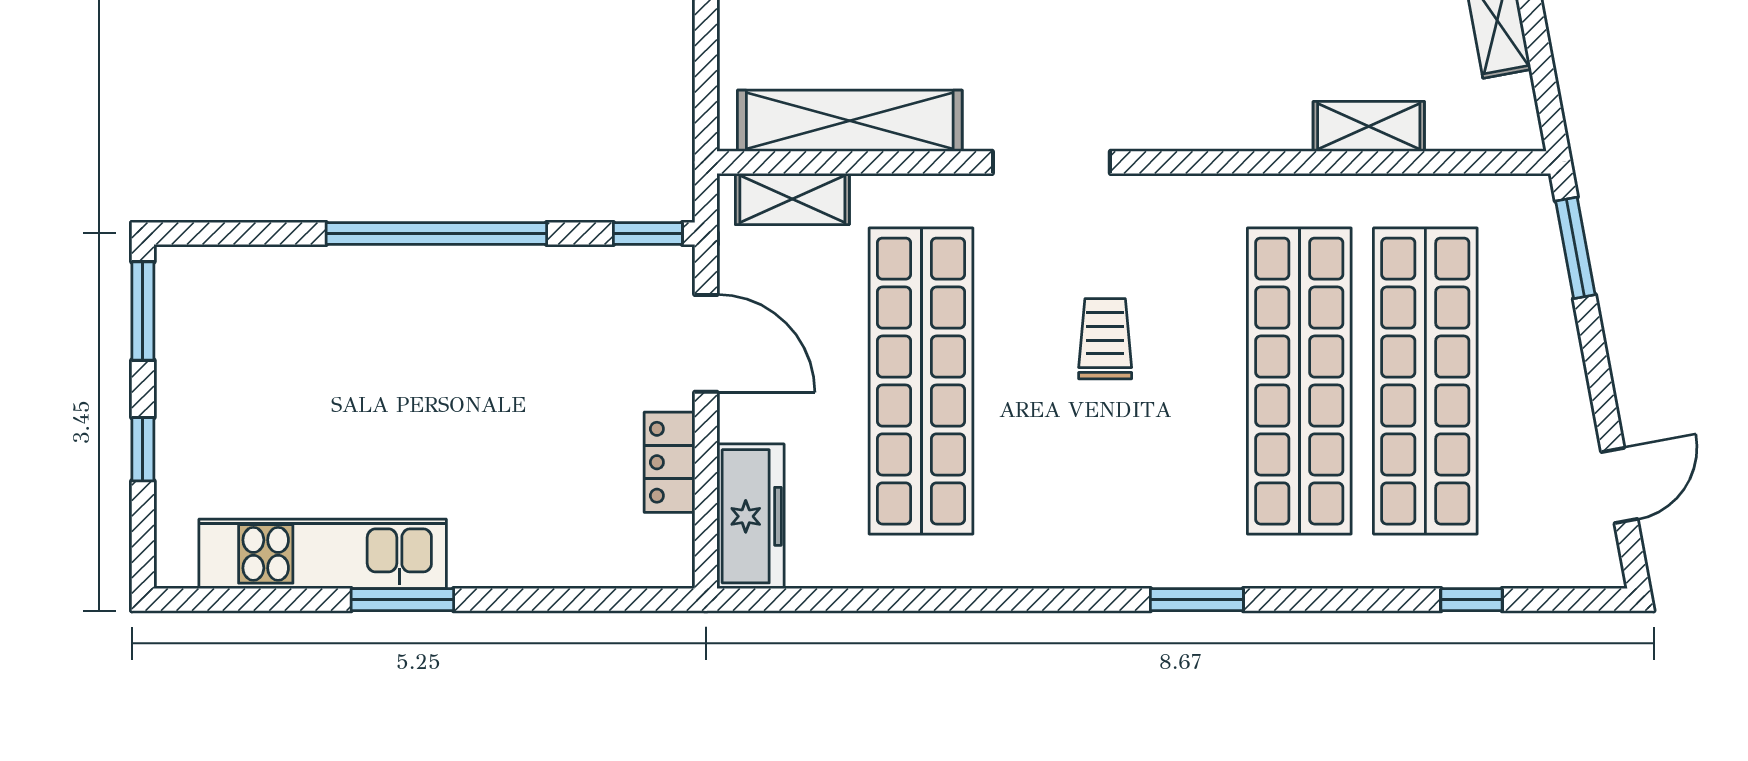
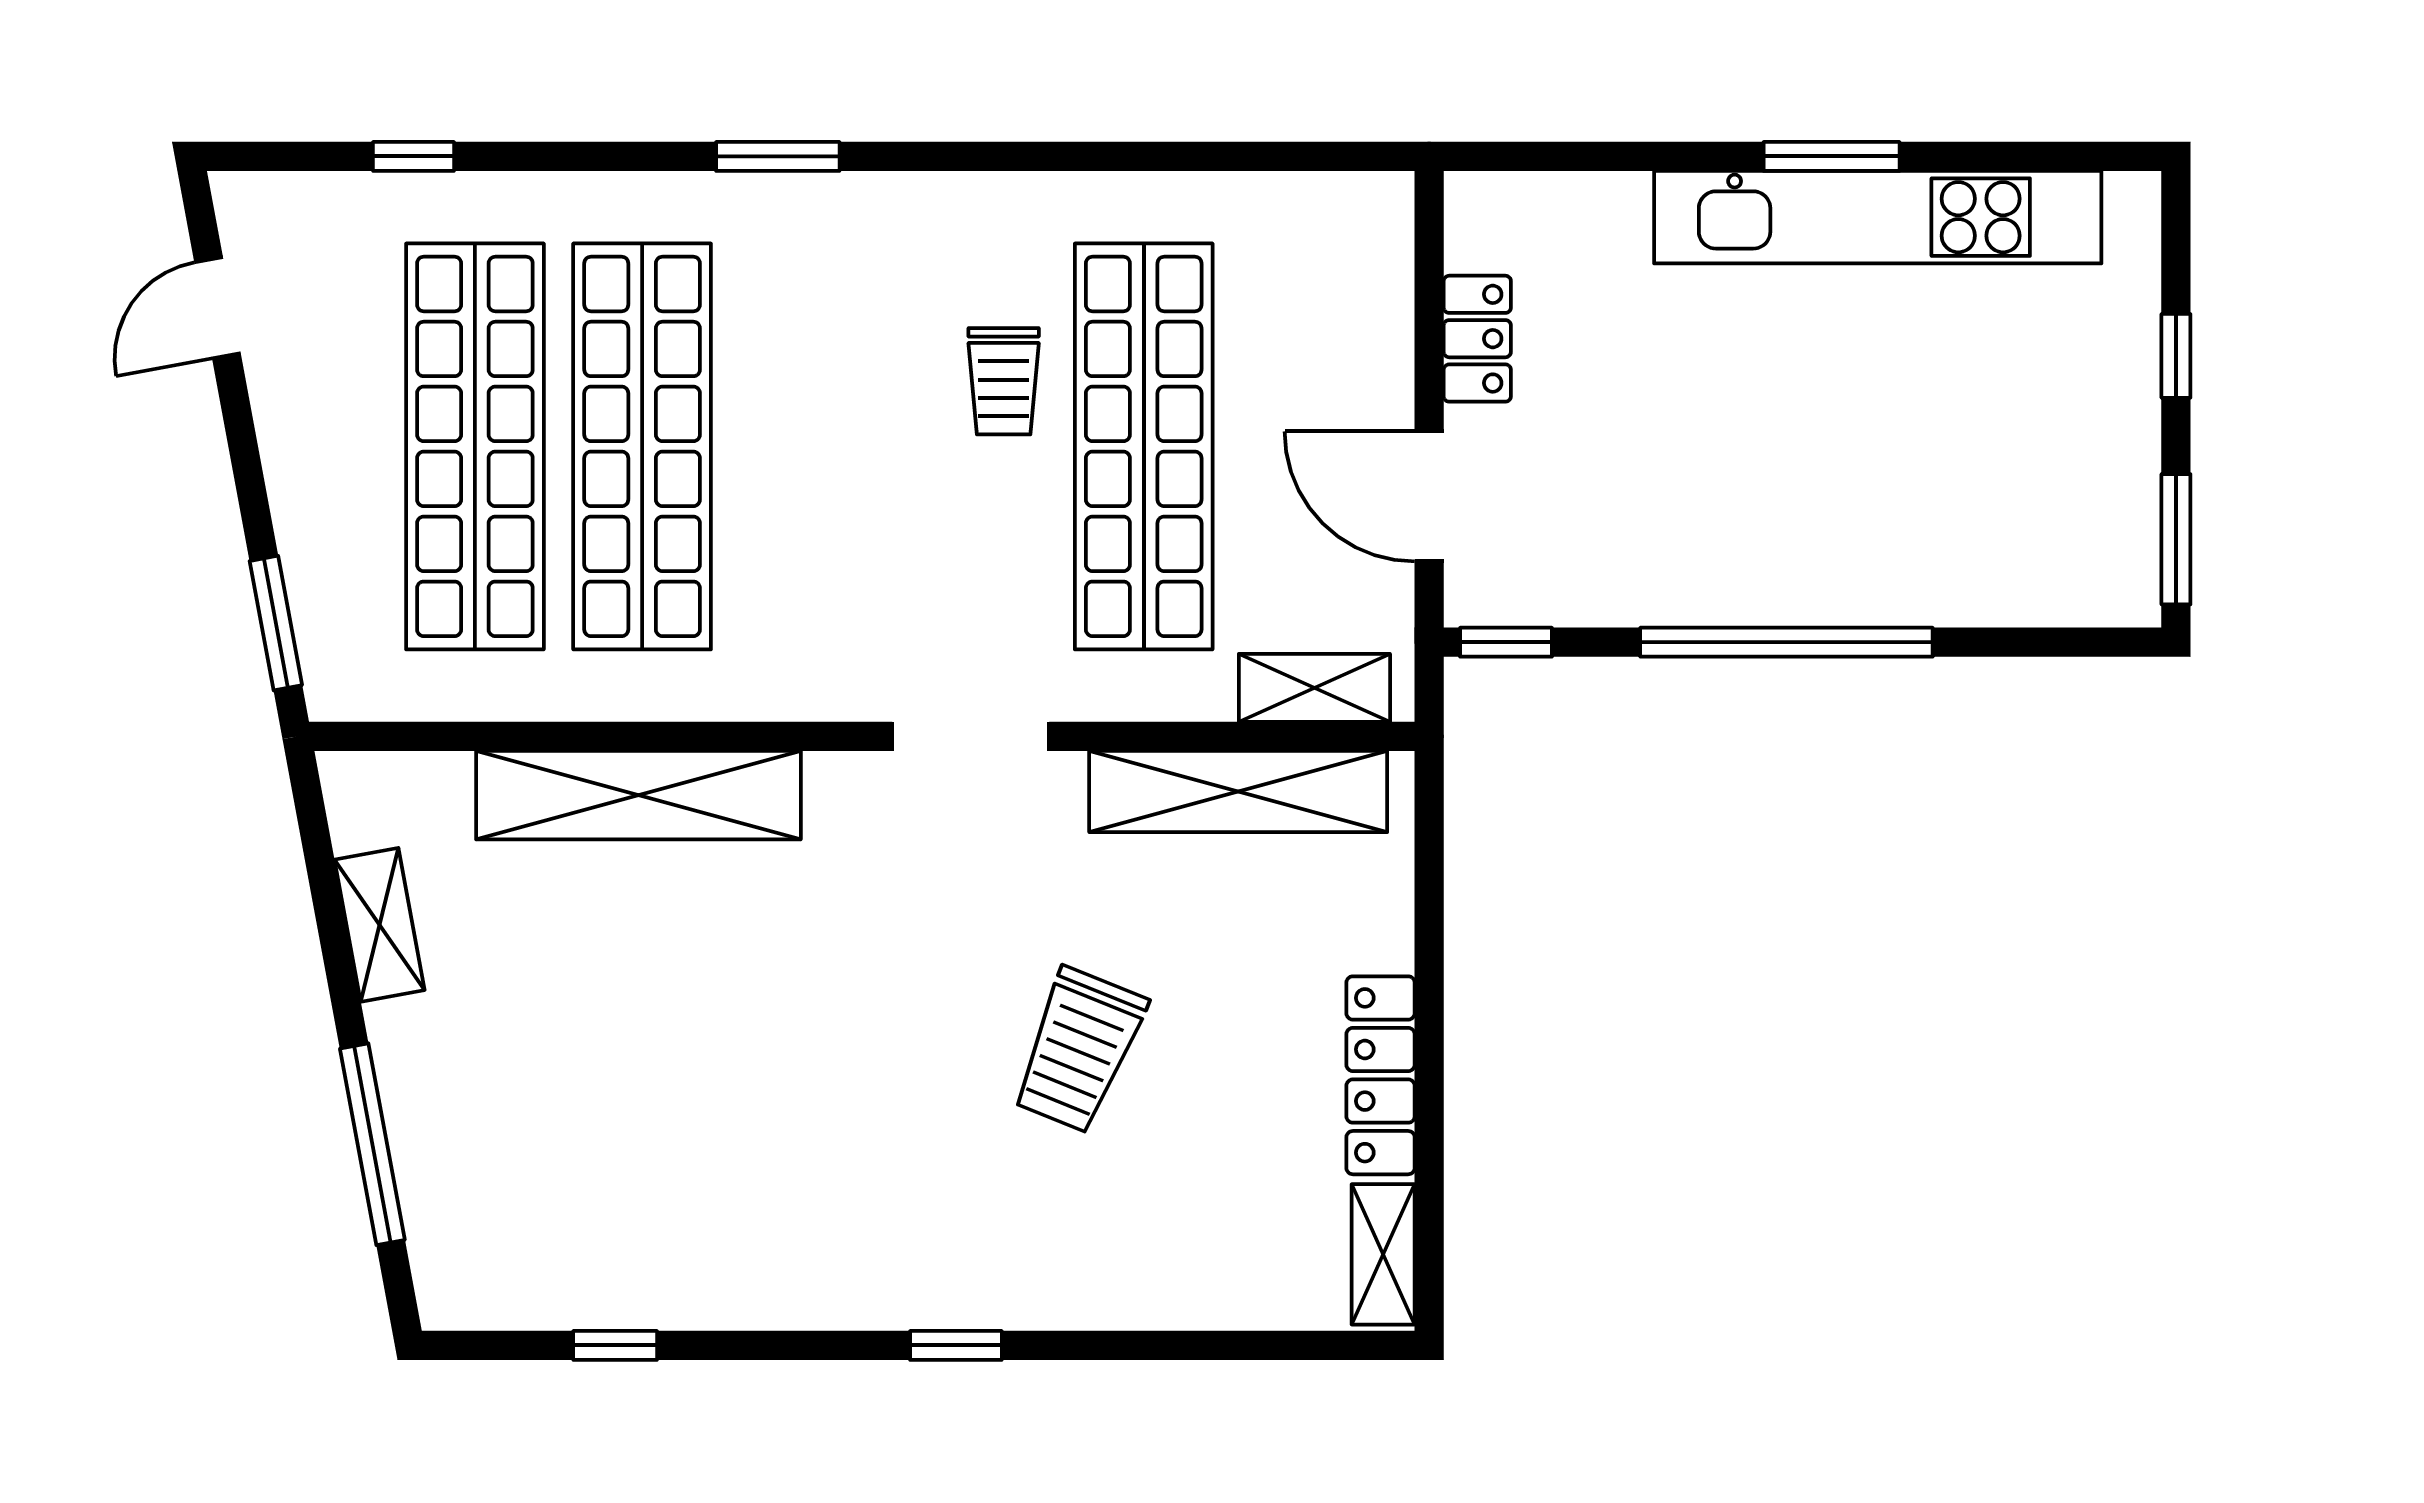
shelving: (1369, 126) -> (638, 795), width x2.20, depth x1.33
trolley: (1105, 339) -> (1004, 381), moved
freezer: (750, 516) -> (1370, 267), removed
kitchen unit: (323, 554) -> (1878, 217), width x1.36

